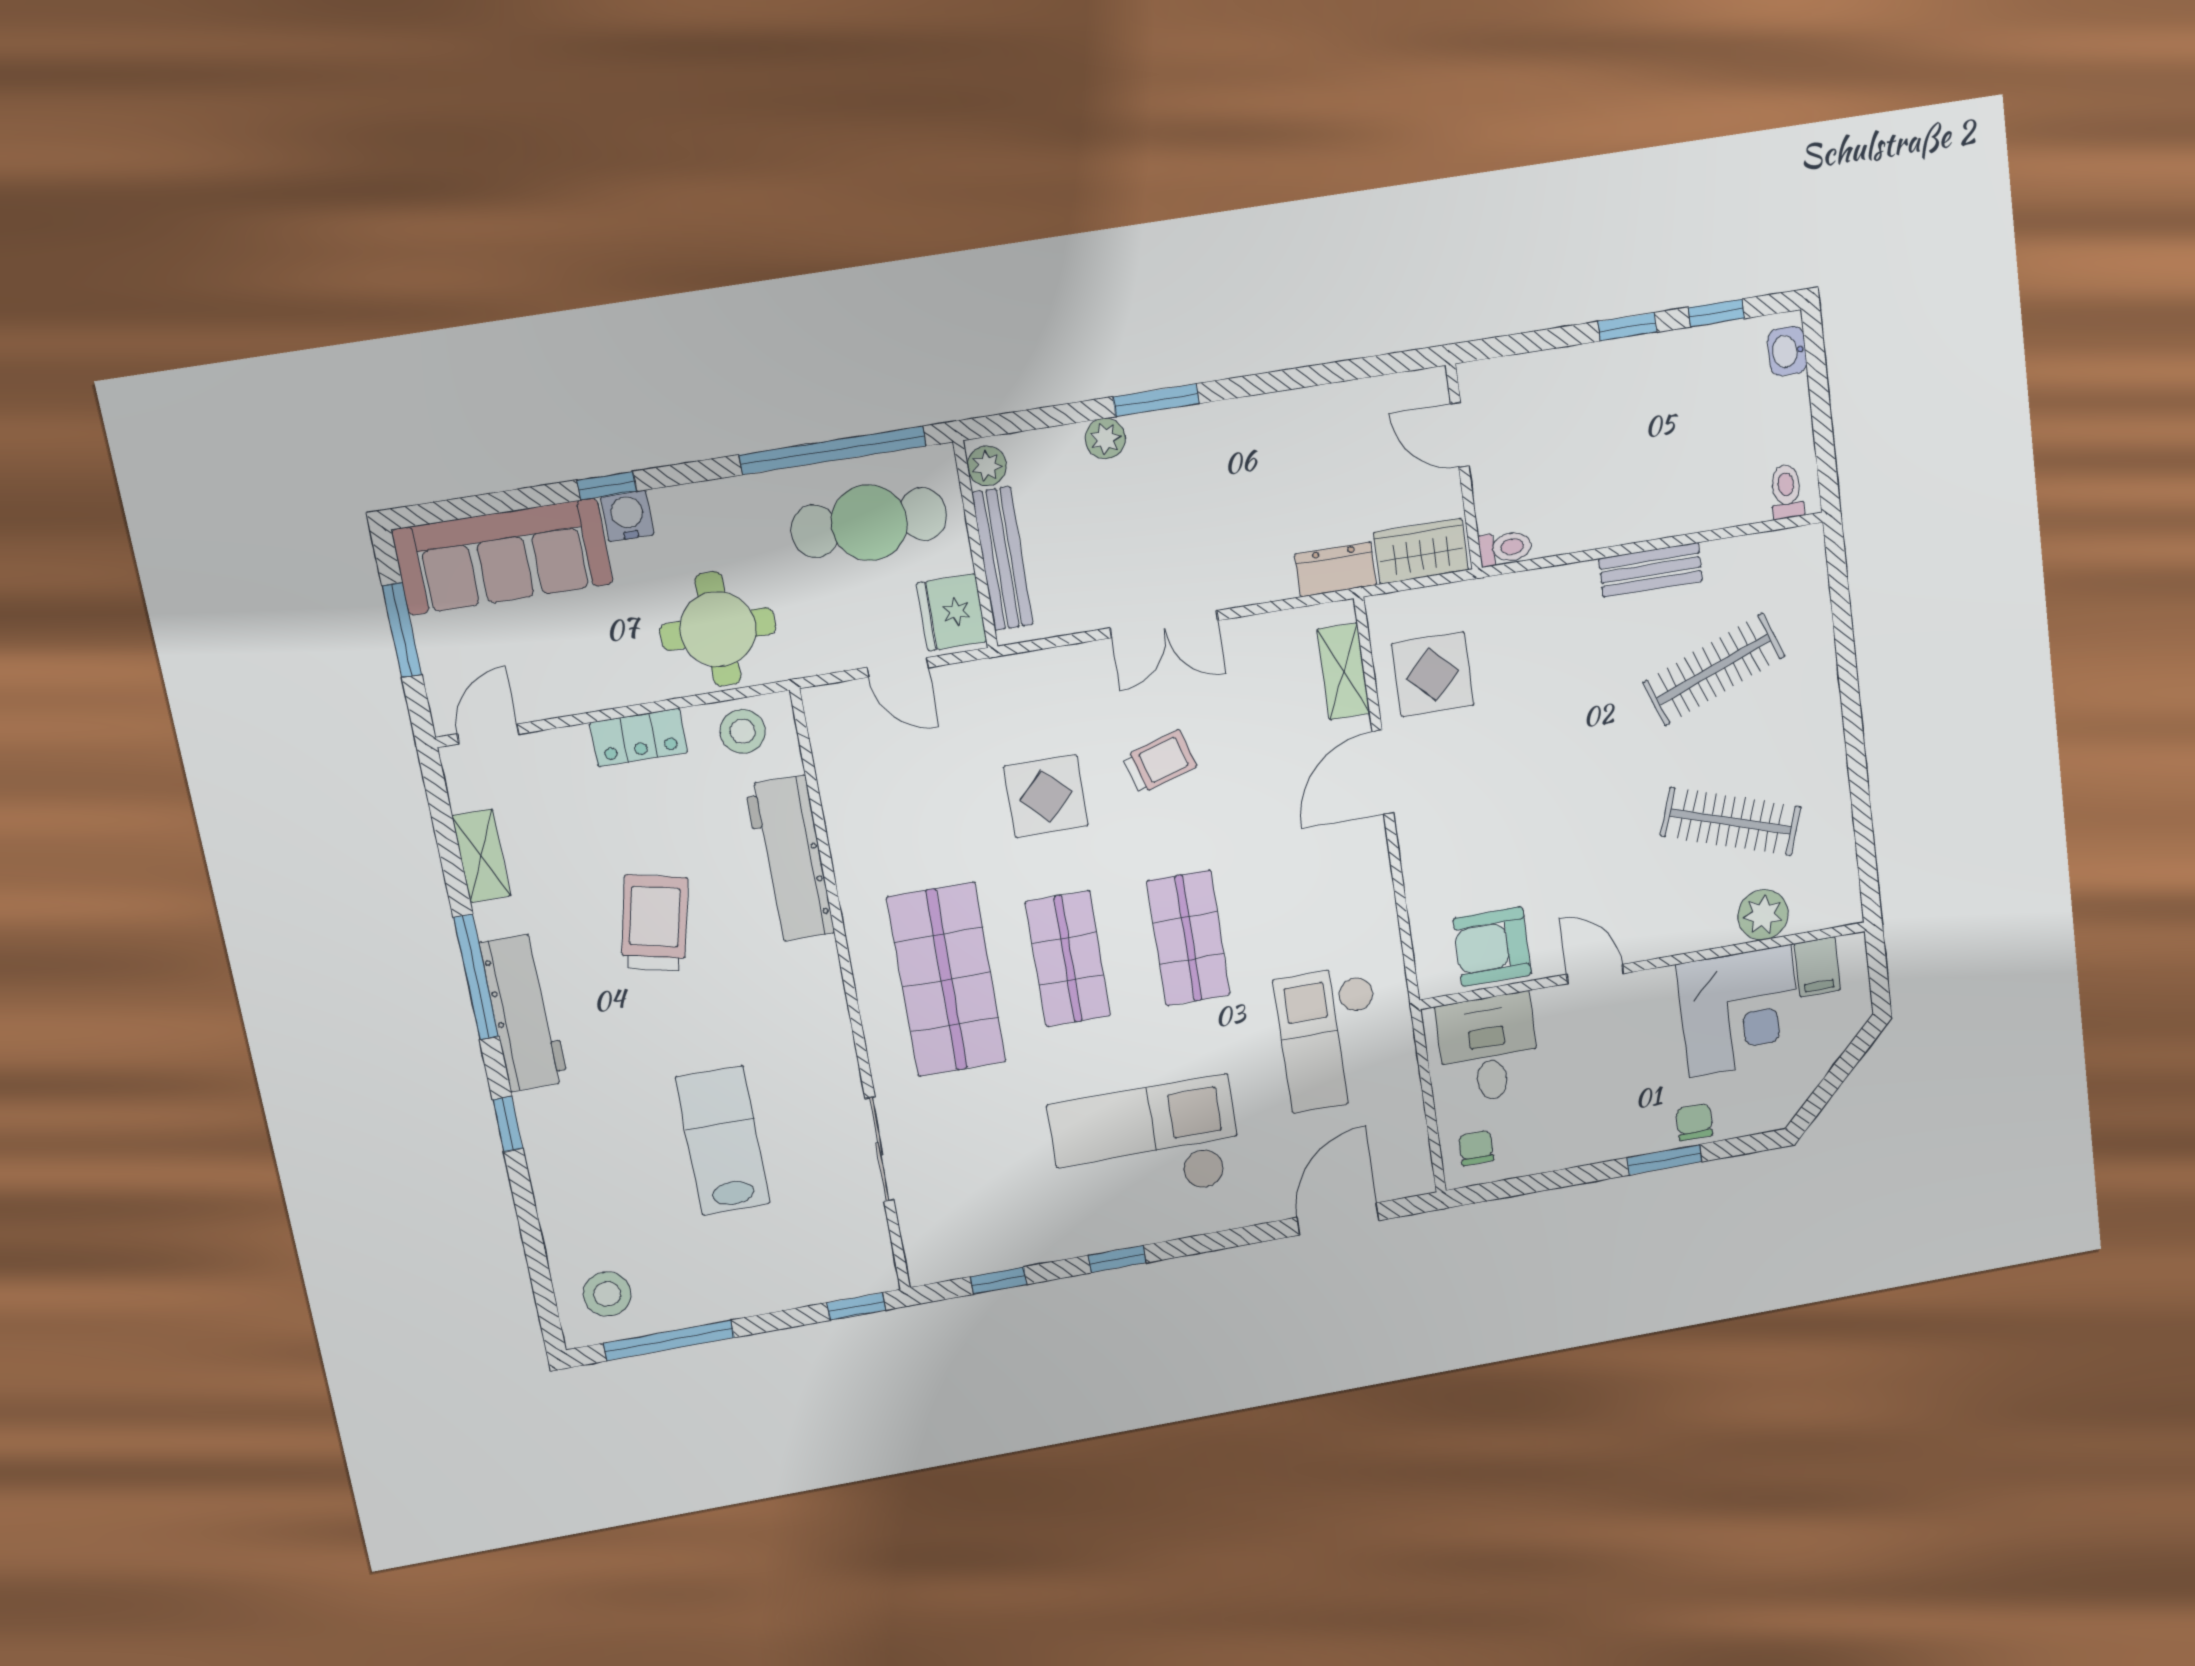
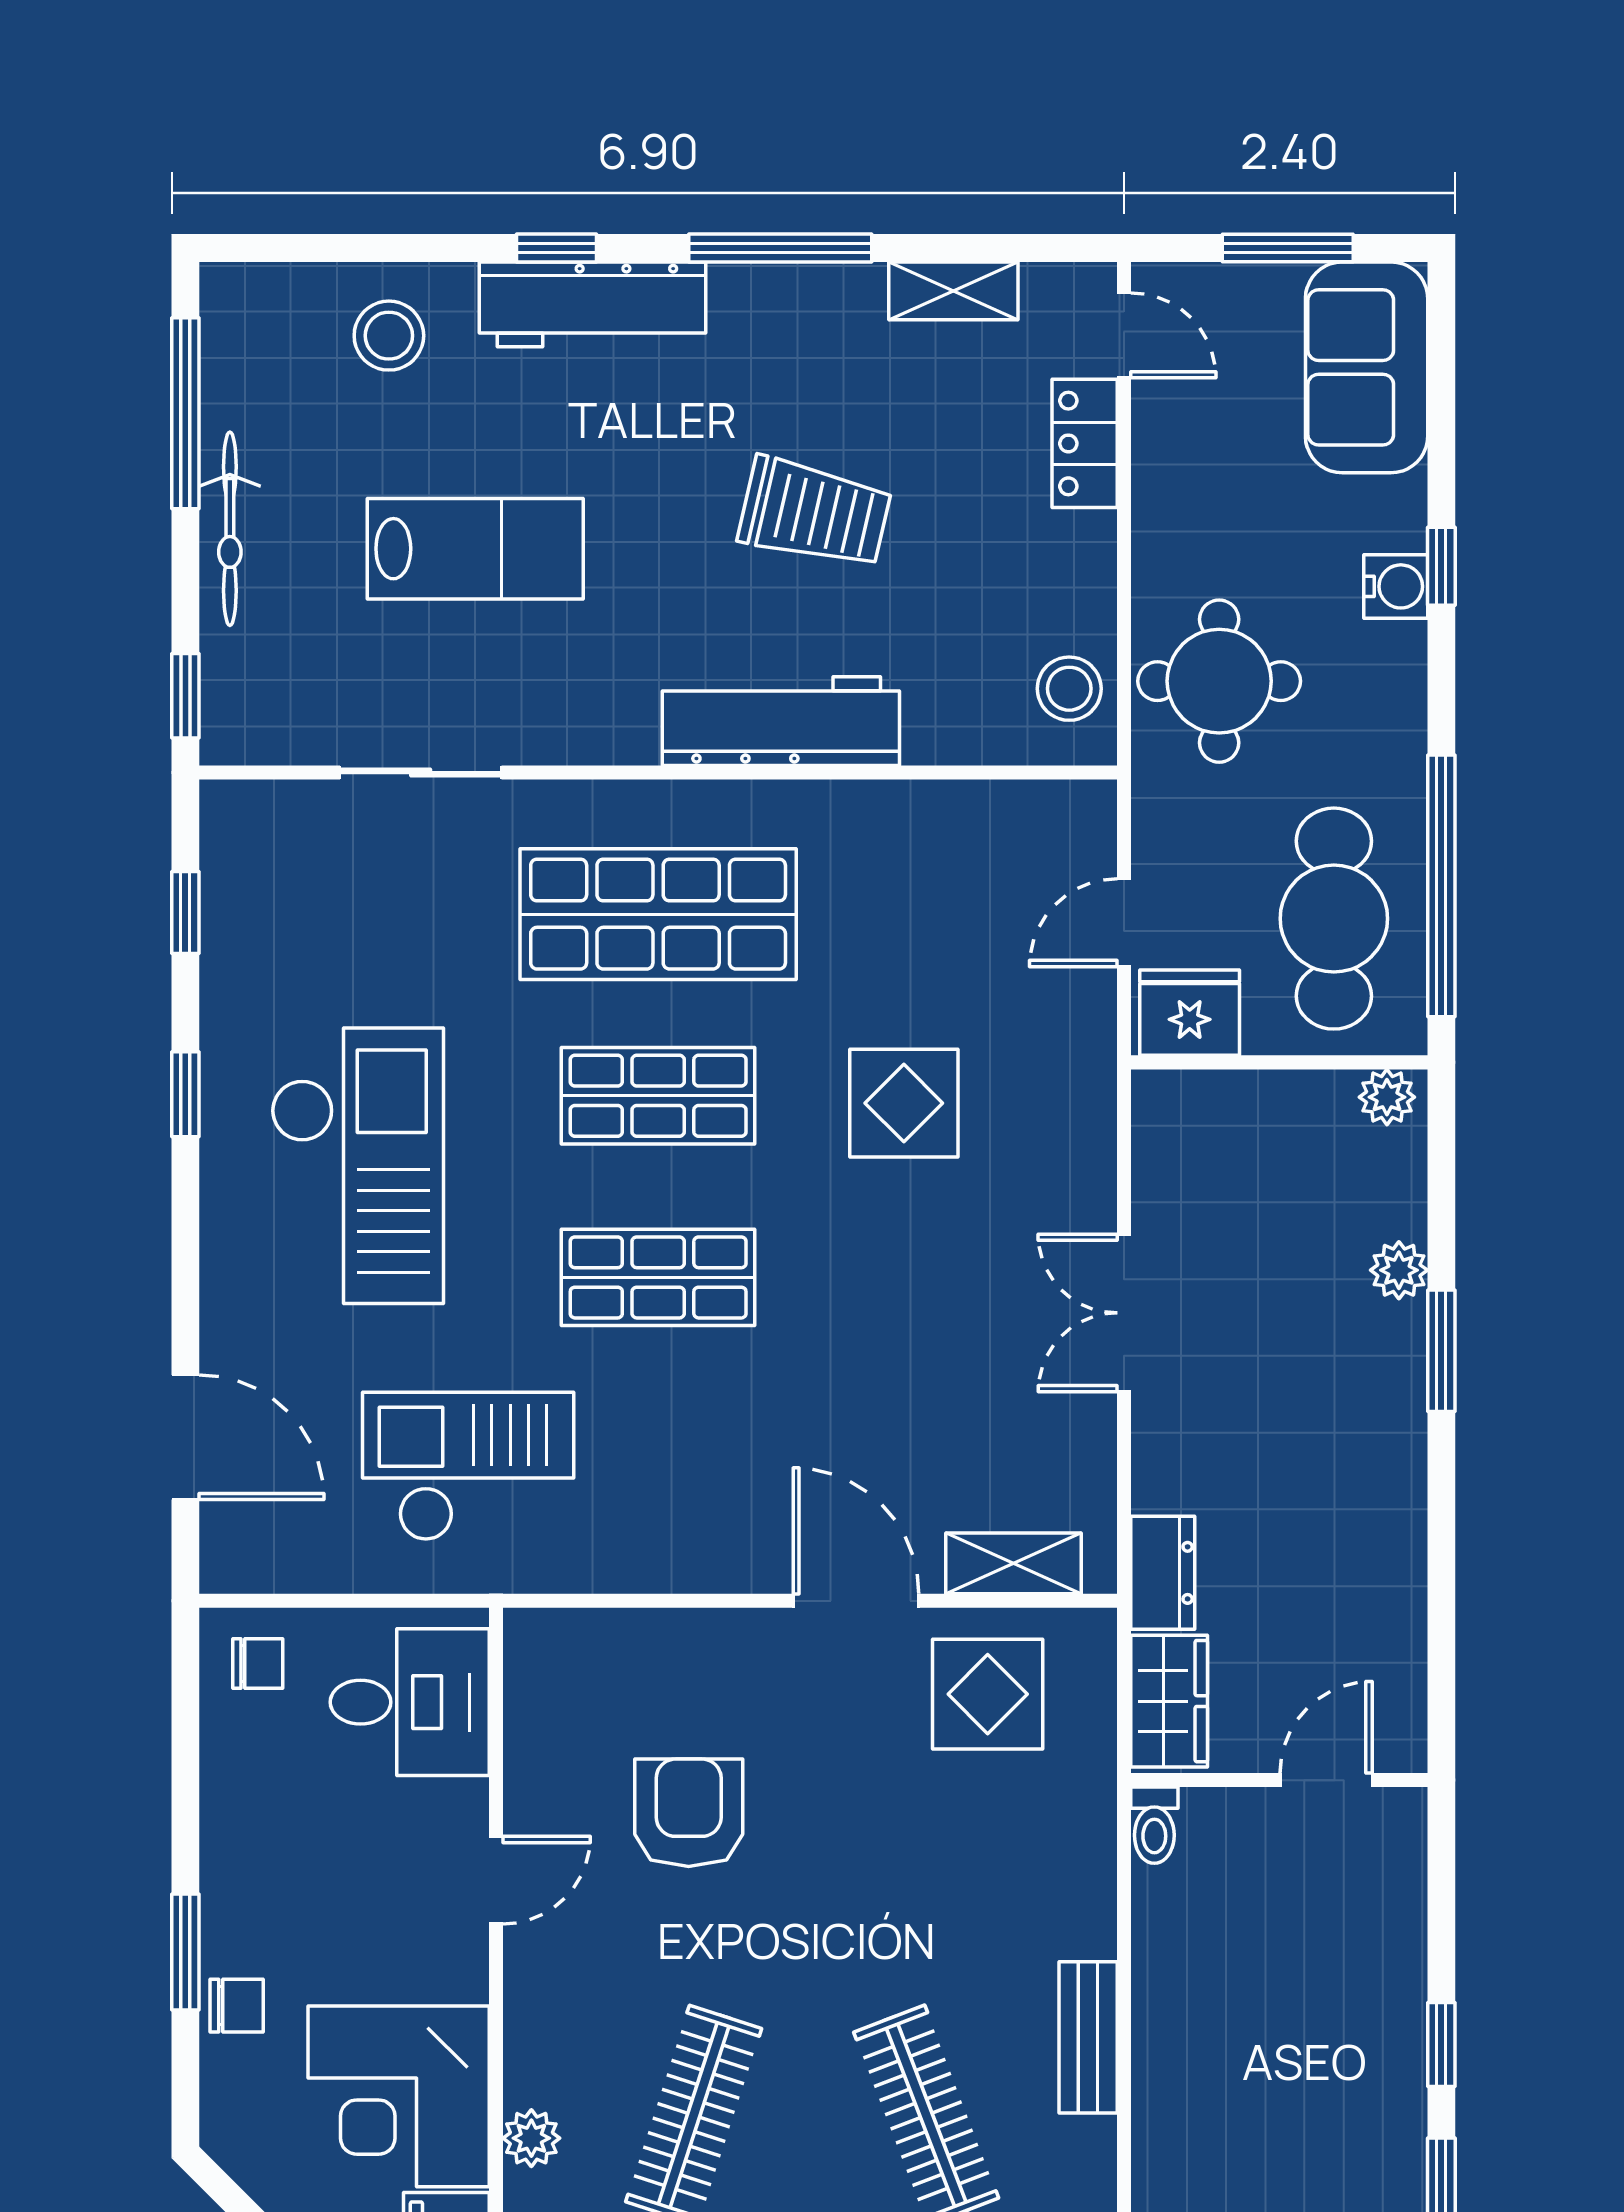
sofa: (503, 557) -> (1367, 367), width x0.73
bench: (1002, 559) -> (1254, 1097), removed
locker: (639, 738) -> (1085, 443), moved
trolley: (1159, 762) -> (926, 1275), removed
workbench: (790, 859) -> (781, 721), moved
plant: (1763, 915) -> (531, 2138), width x0.73, depth x0.73
armchair: (1492, 947) -> (689, 1813), moved
workbench: (524, 1012) -> (592, 304), moved
stool: (607, 1294) -> (389, 336), moved
bicycle: (740, 1299) -> (230, 529), added

